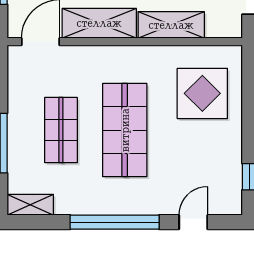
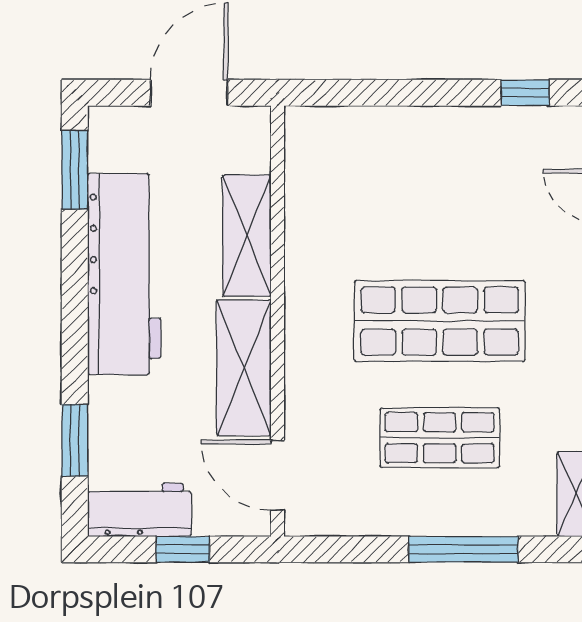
display table: (202, 93) -> (372, 179), removed

